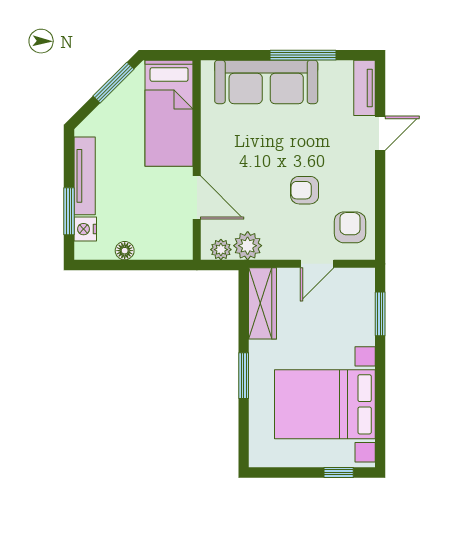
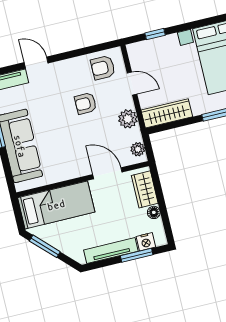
armchair: (305, 190) -> (86, 103), turned 90
door: (197, 197) -> (107, 173), hinge flipped
wardrobe: (161, 246) -> (145, 189), added
plant: (248, 246) -> (128, 119), moved
window: (380, 314) -> (155, 34), width x0.67

